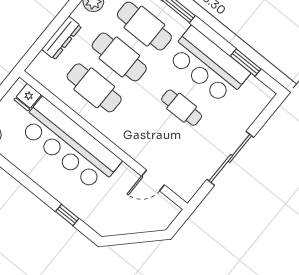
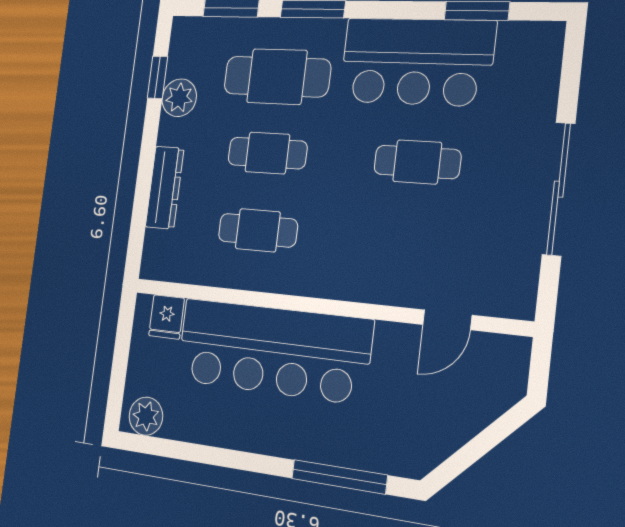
cafe table: (119, 57) -> (267, 153), width x0.73, depth x0.74
cafe table: (94, 88) -> (258, 230), width x0.73, depth x0.74
window: (67, 215) -> (339, 477), width x2.17

